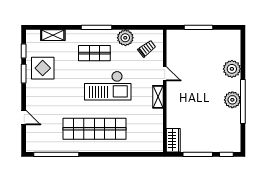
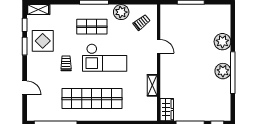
shelving: (53, 35) -> (38, 10), moved
trolley: (67, 92) -> (66, 63), added
shelving: (158, 97) -> (152, 85), moved

